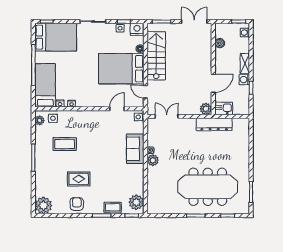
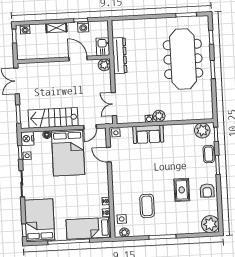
boiler: (220, 43) -> (37, 54), removed
washing machine: (244, 80) -> (83, 27), moved
armchair: (77, 204) -> (207, 191), turned -90

